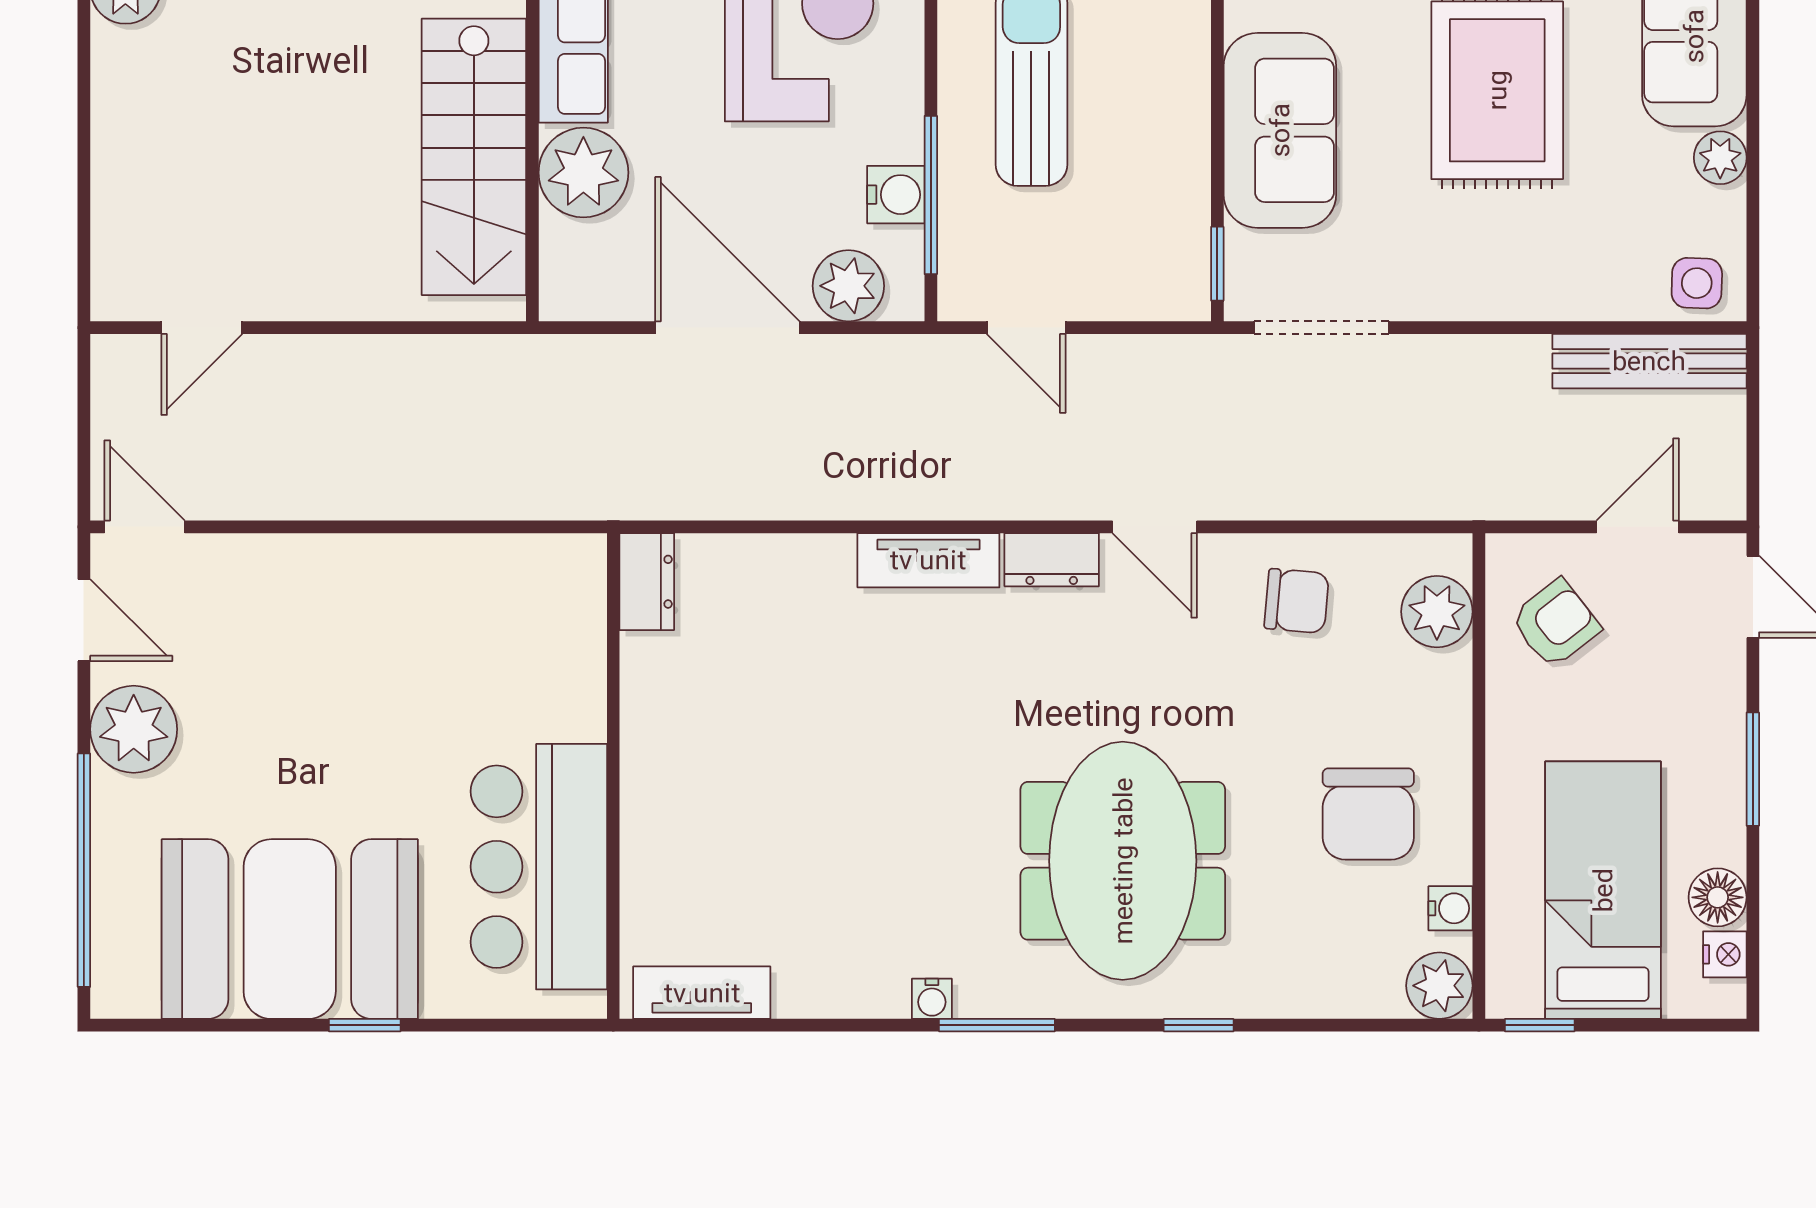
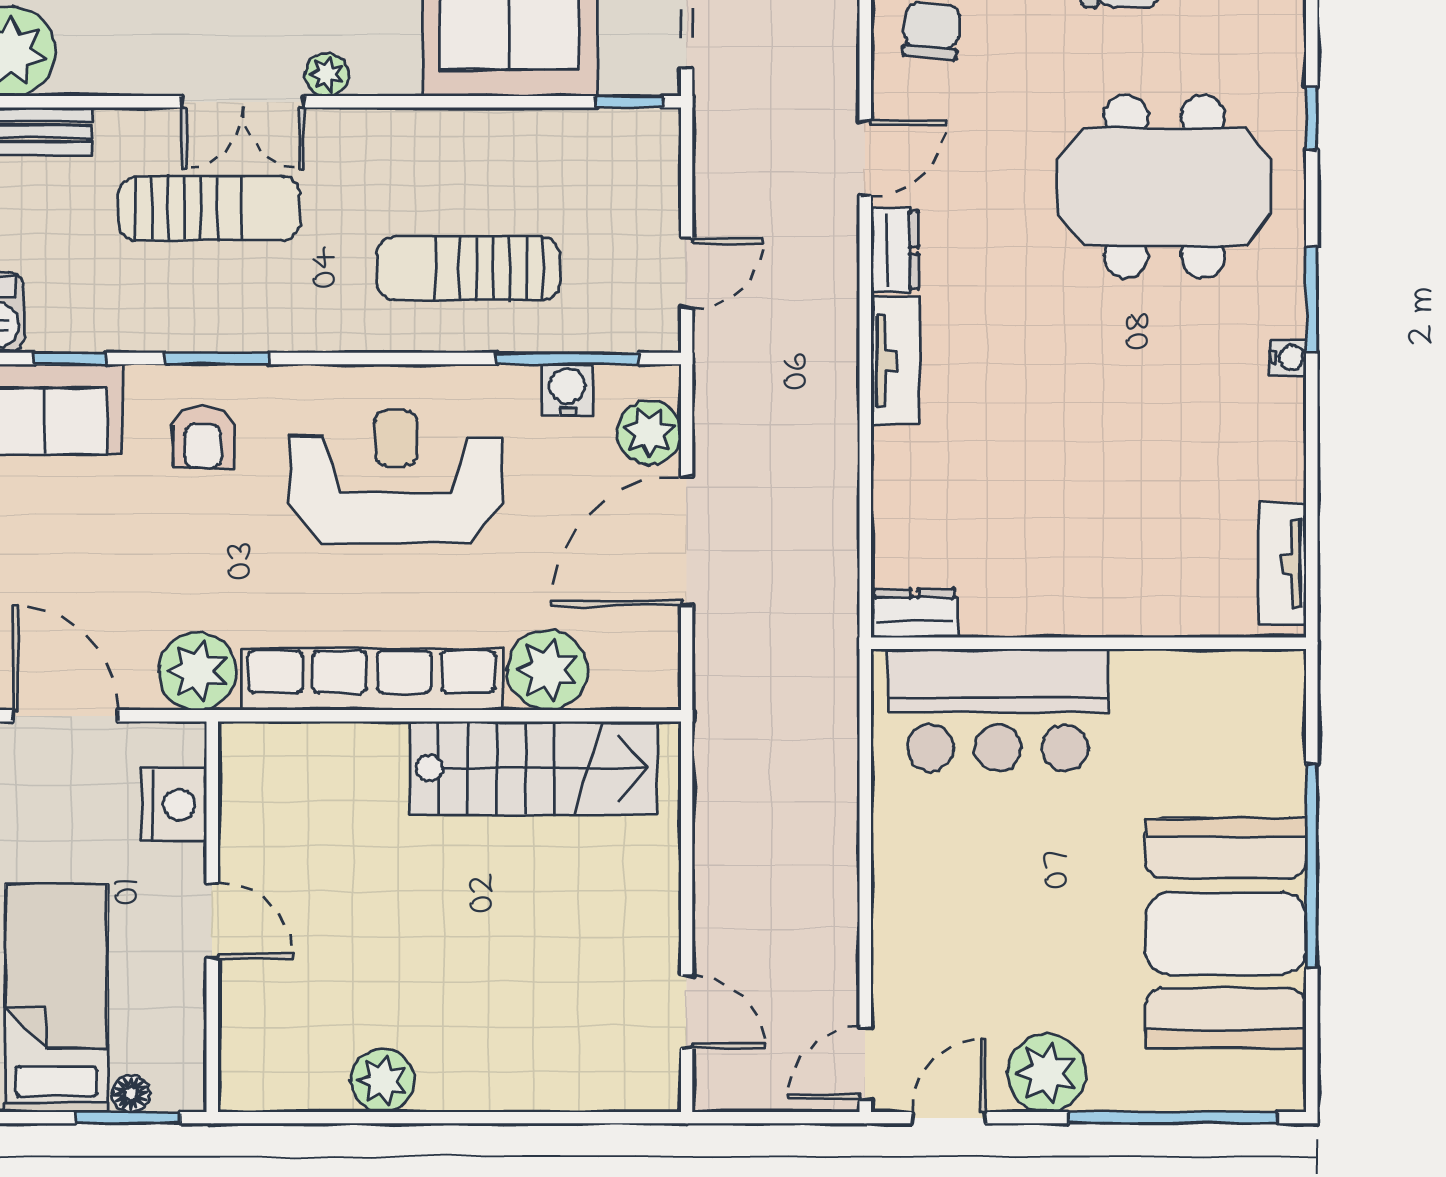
bar counter: (539, 867) -> (998, 710), moved
window: (365, 1025) -> (1312, 866), width x3.17

